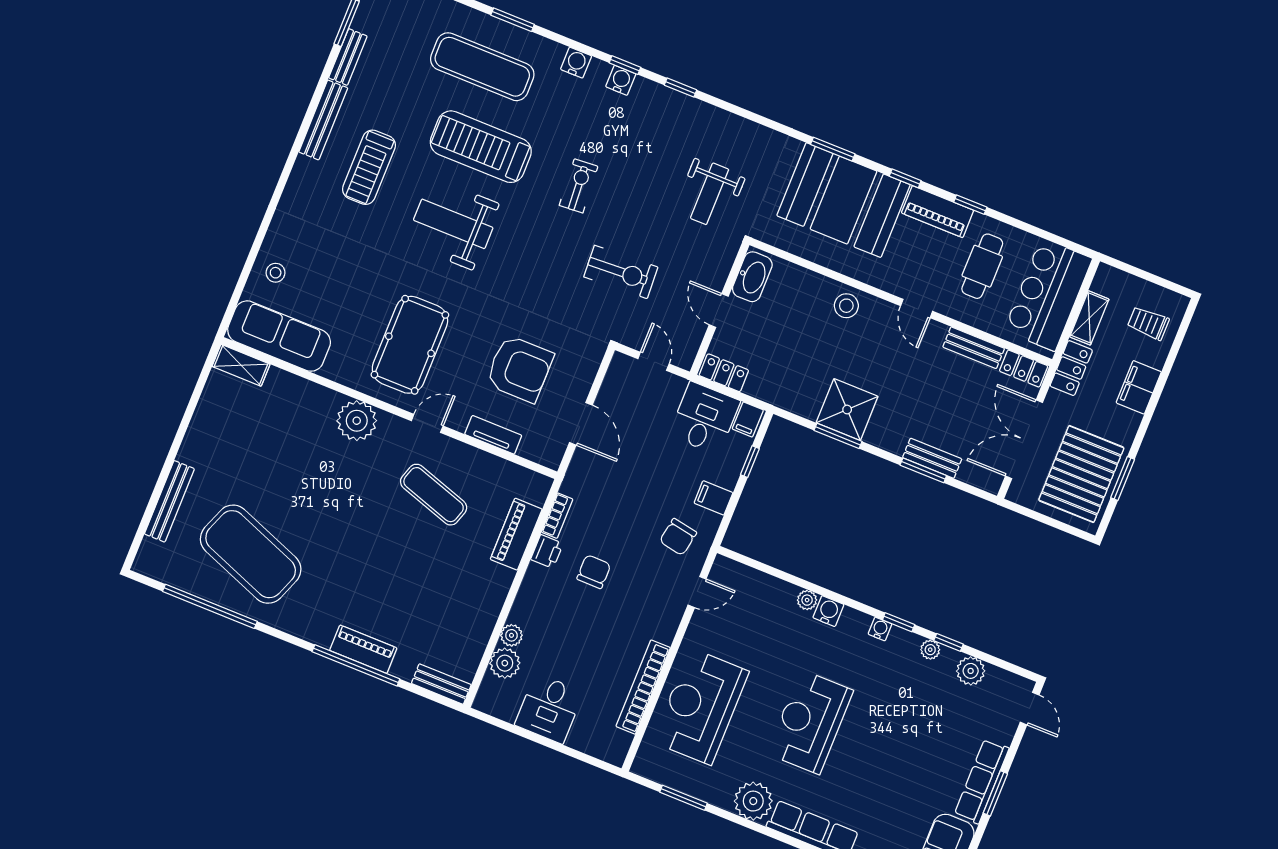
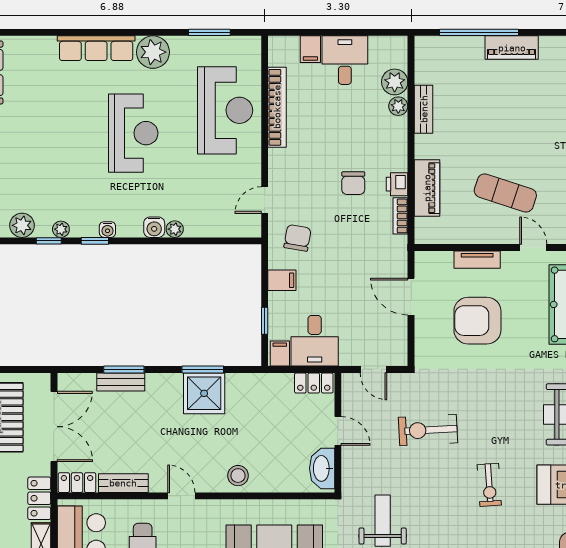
door: (427, 423) -> (533, 248), swing flipped
window: (356, 665) -> (479, 32), moved
bench: (441, 684) -> (424, 109), moved, turned 90
filing cabinet: (582, 735) -> (310, 49), added

